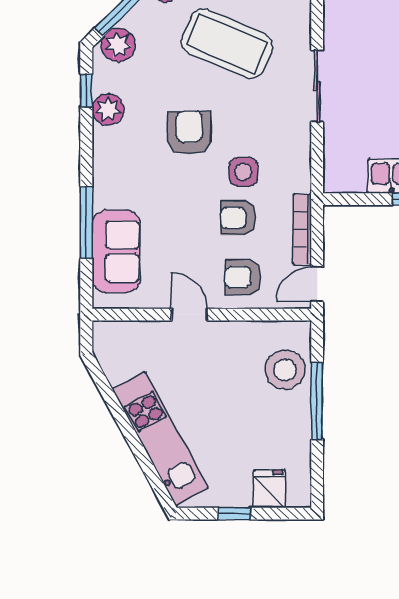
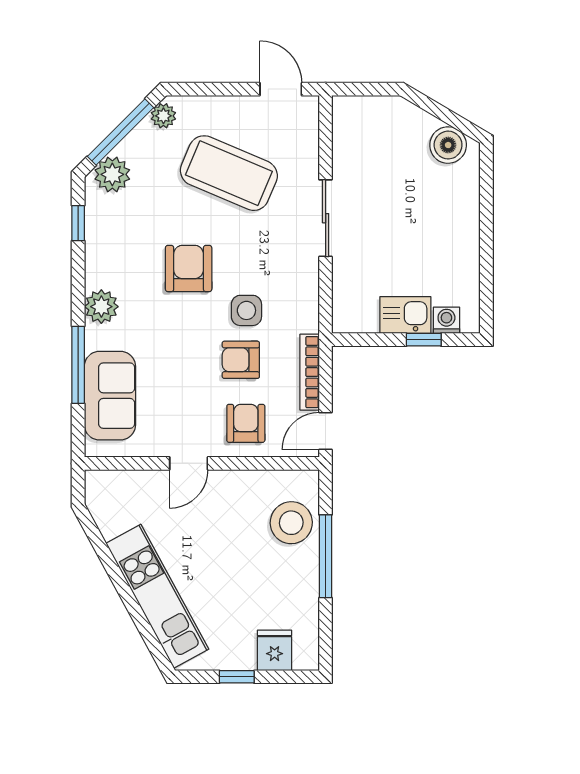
plant: (108, 109) -> (101, 307), moved
armchair: (243, 277) -> (246, 423), turned 90
door: (189, 315) -> (189, 463), swing flipped

